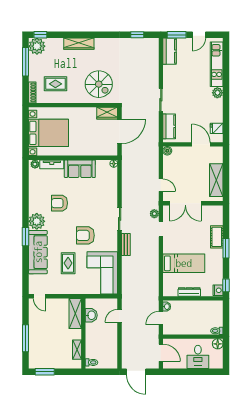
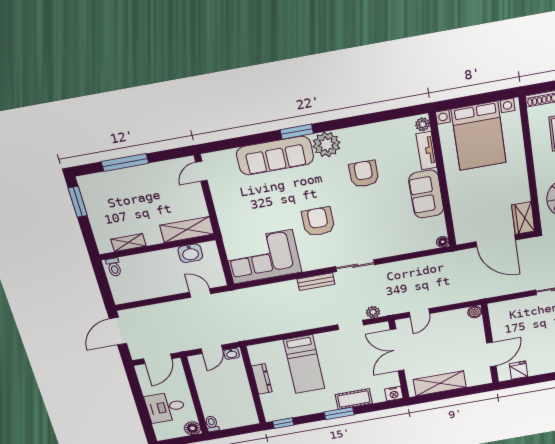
kitchen counter: (169, 126) -> (513, 308), removed
rug: (68, 263) -> (267, 204), removed
nightstand: (218, 290) -> (394, 394), moved
door: (161, 318) -> (212, 349), swing flipped

